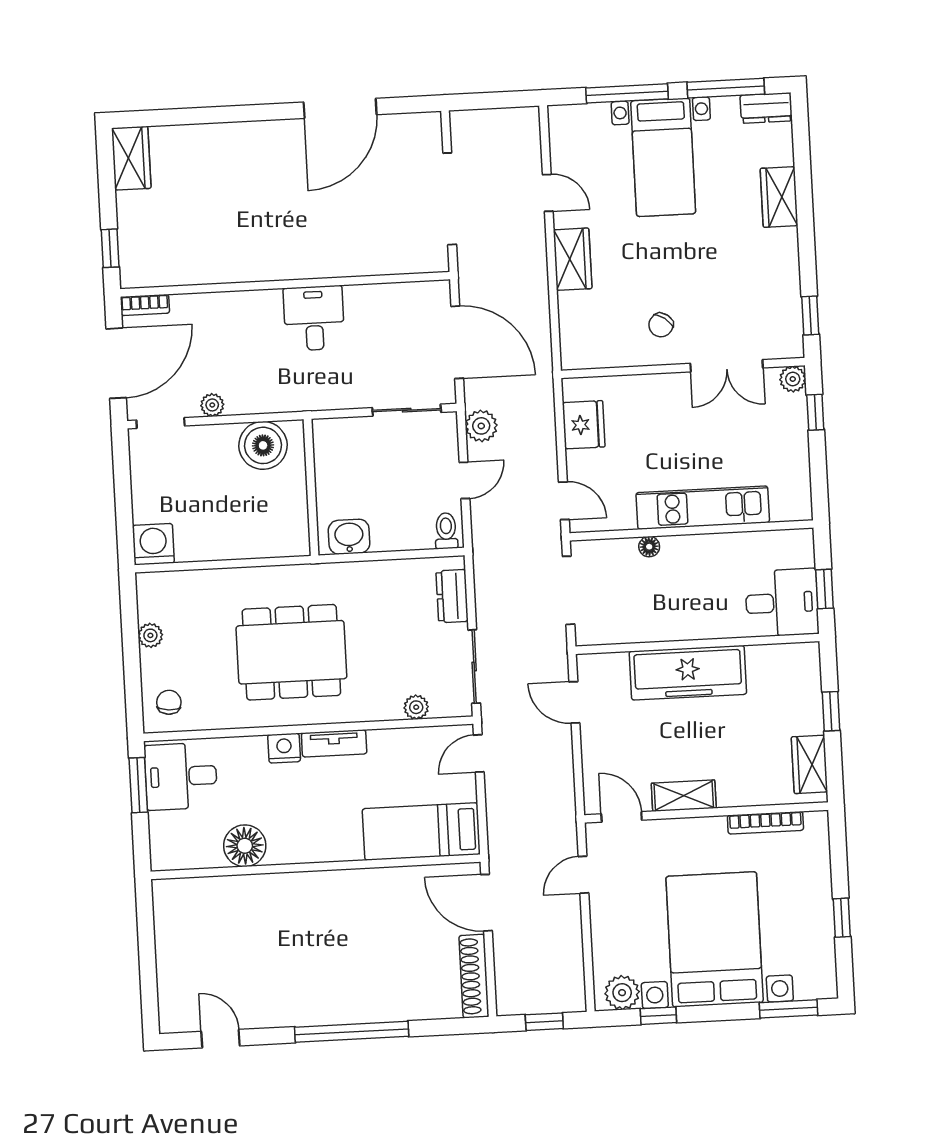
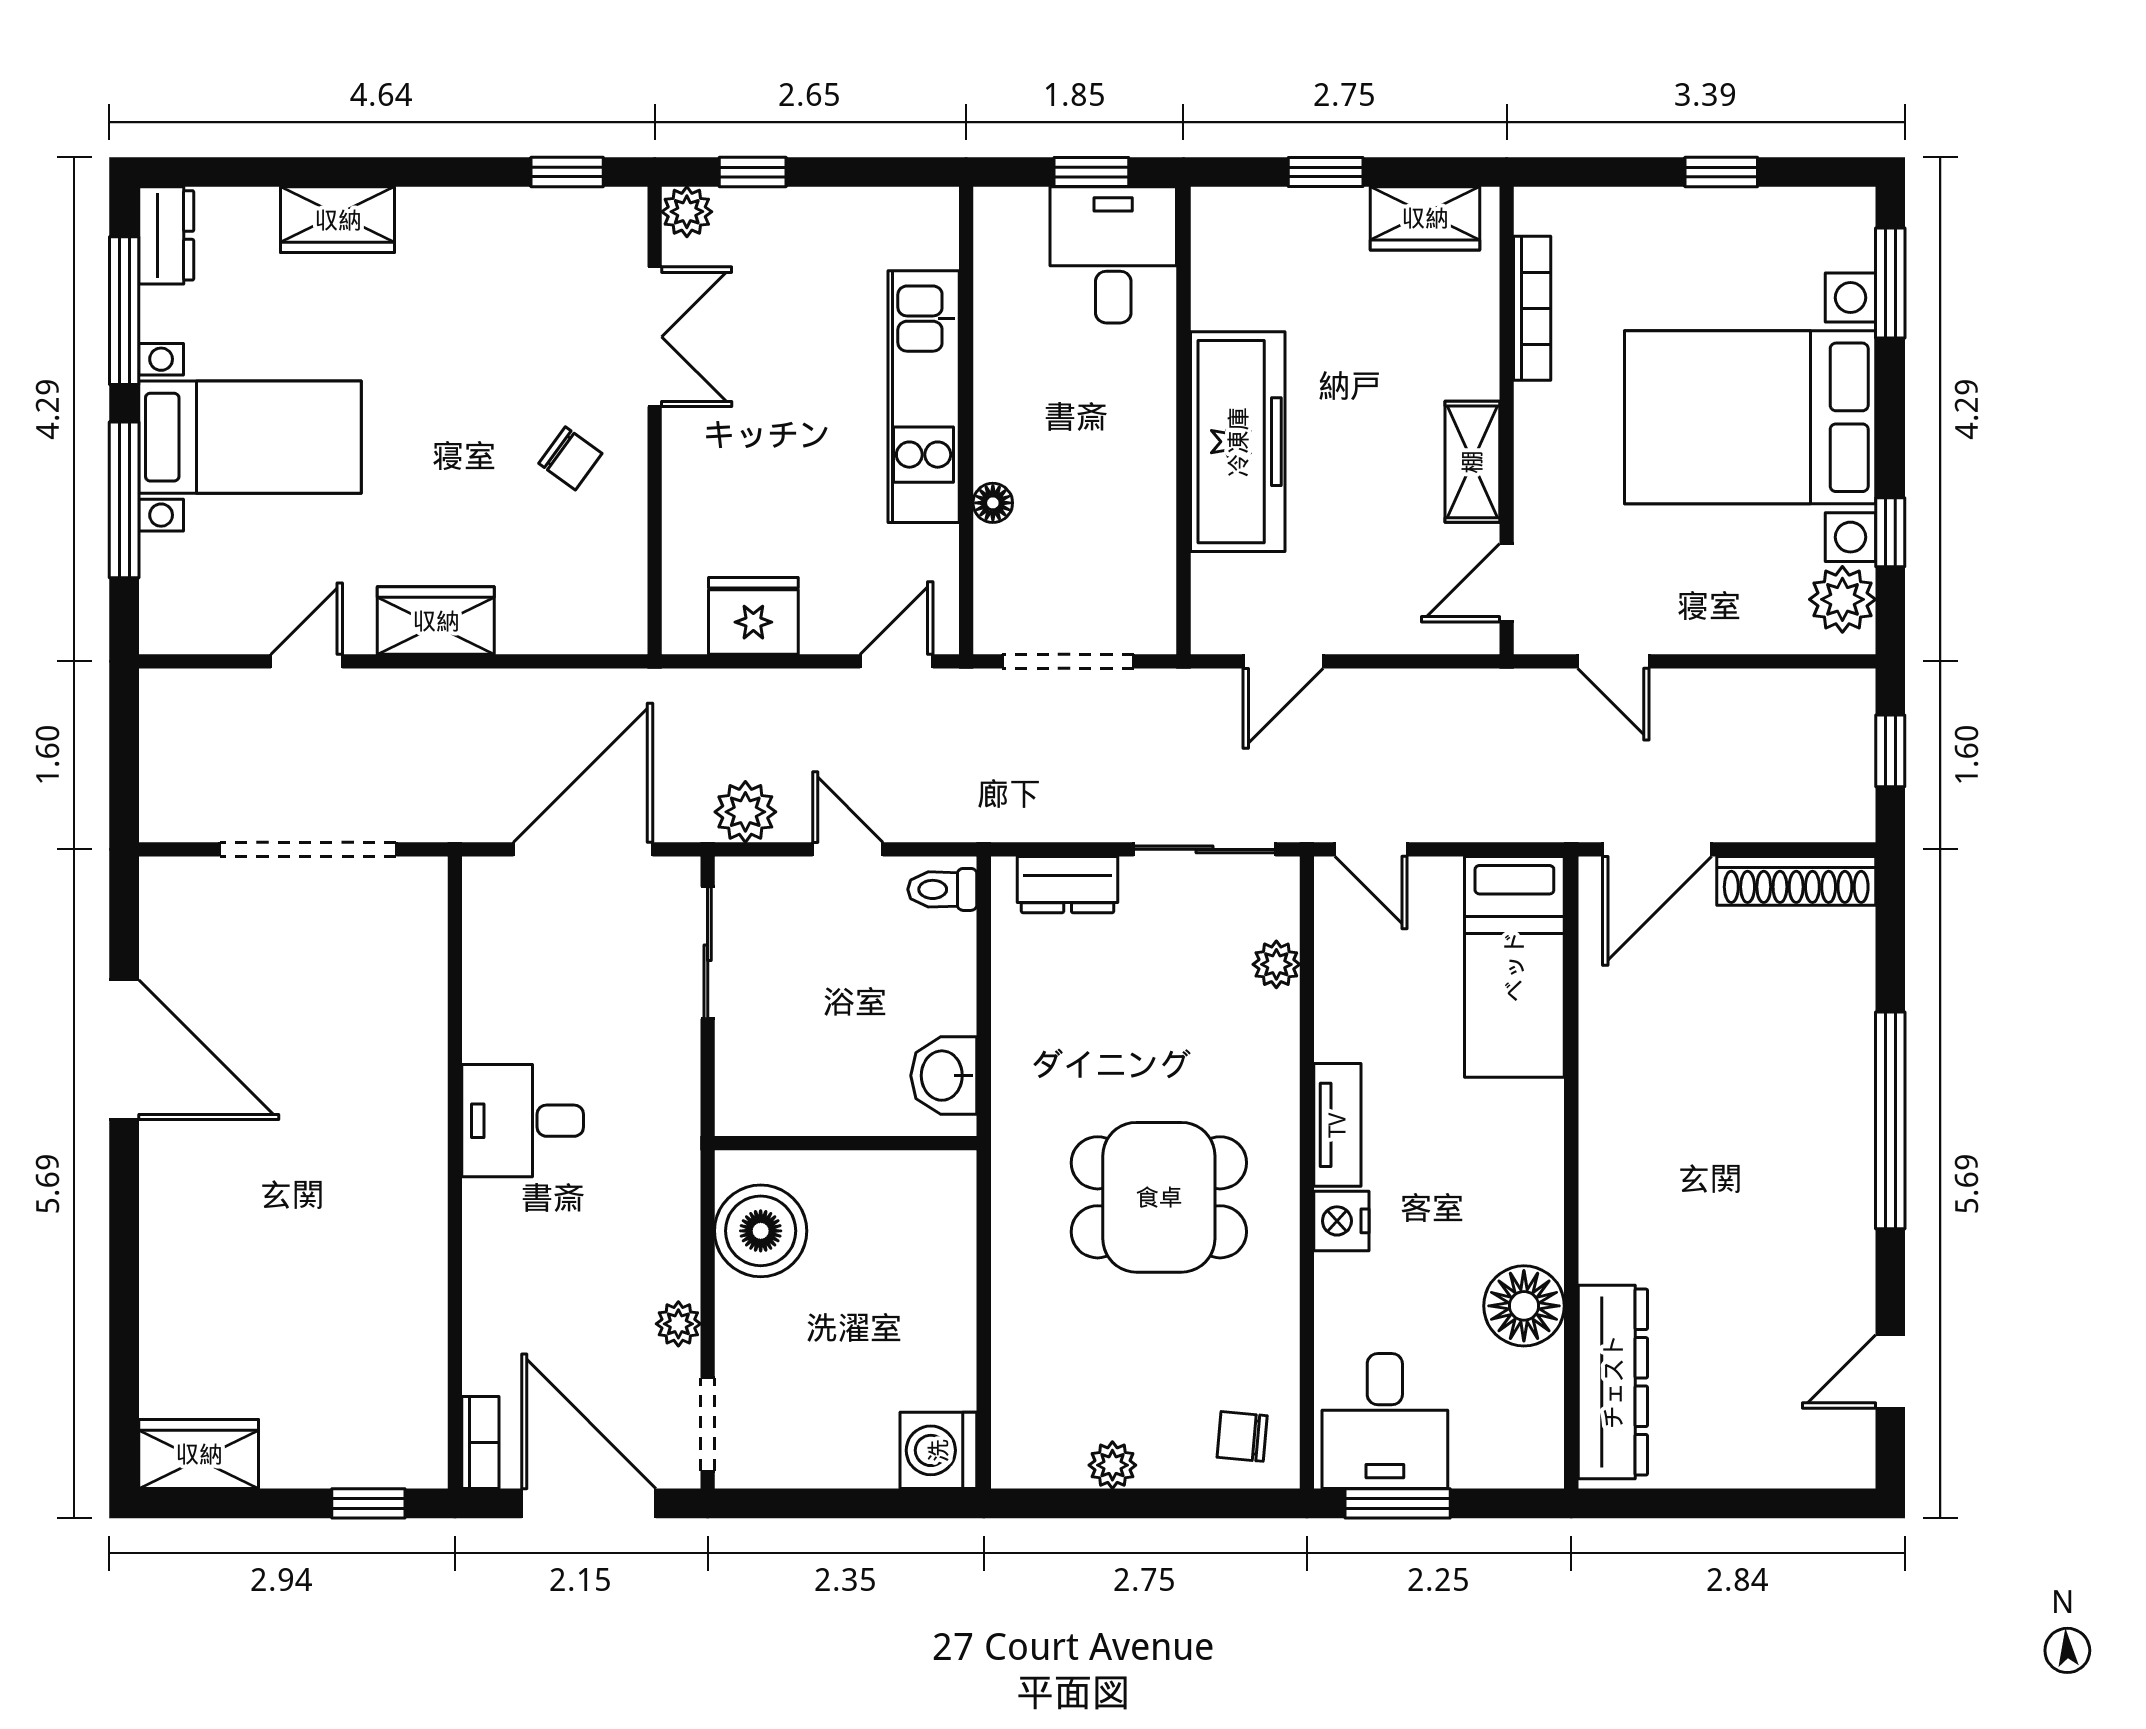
dining table: (291, 652) -> (1159, 1197), width x0.73
dresser: (207, 894) -> (1613, 1382), added

